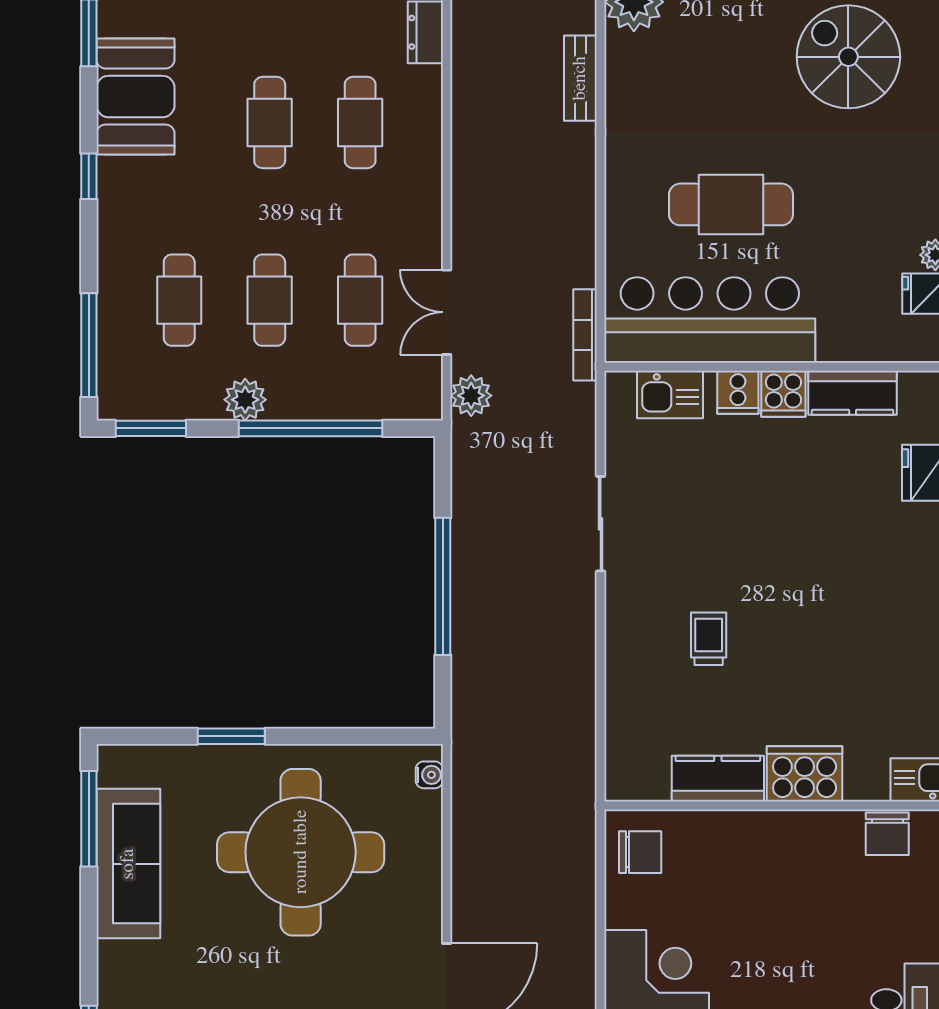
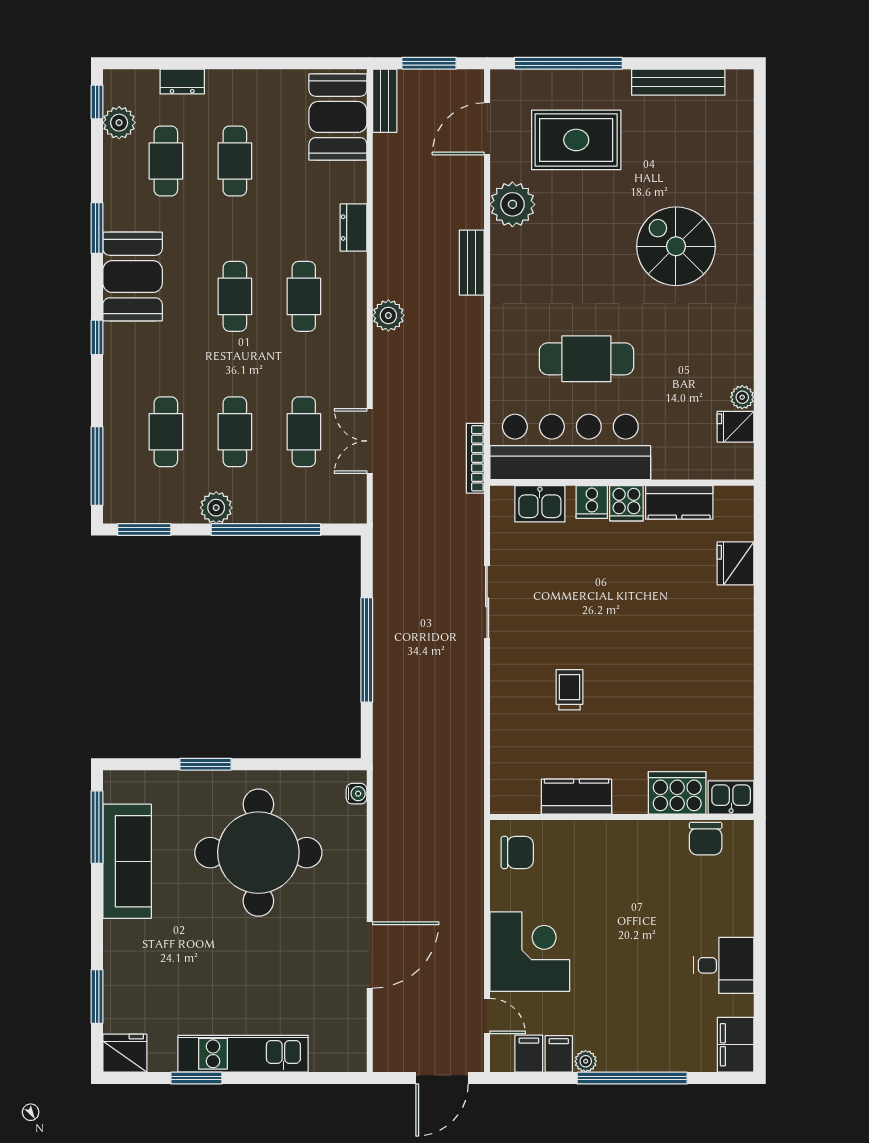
plant: (471, 396) -> (388, 315), moved
cooker: (805, 774) -> (677, 793), moved

